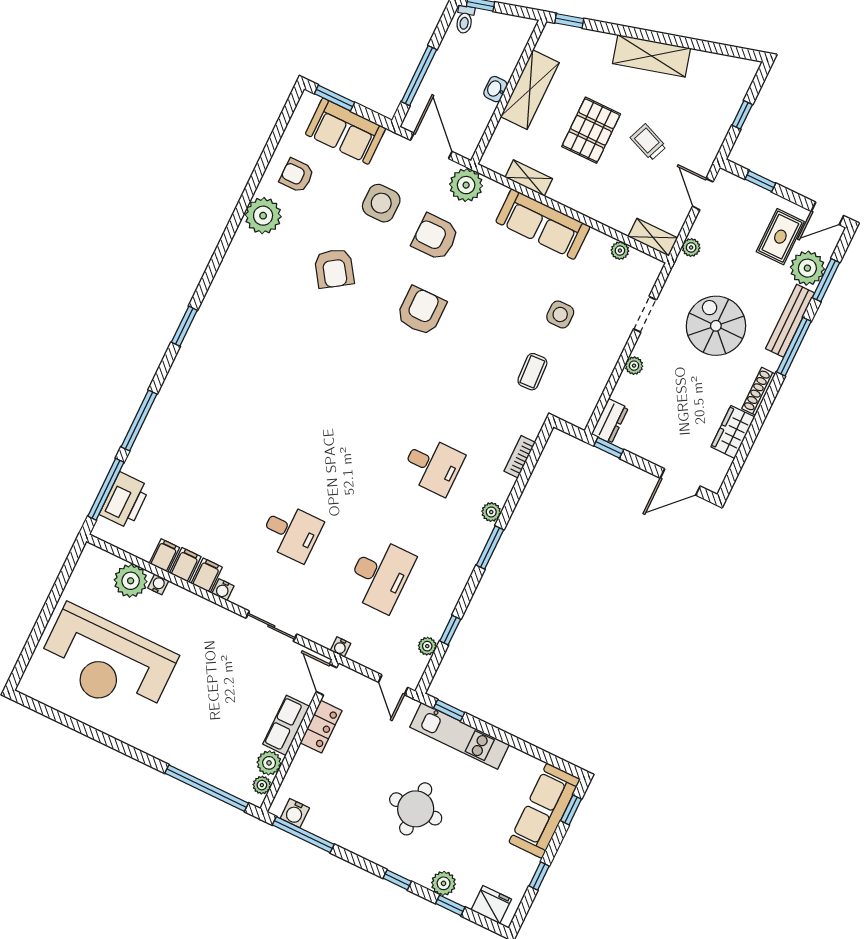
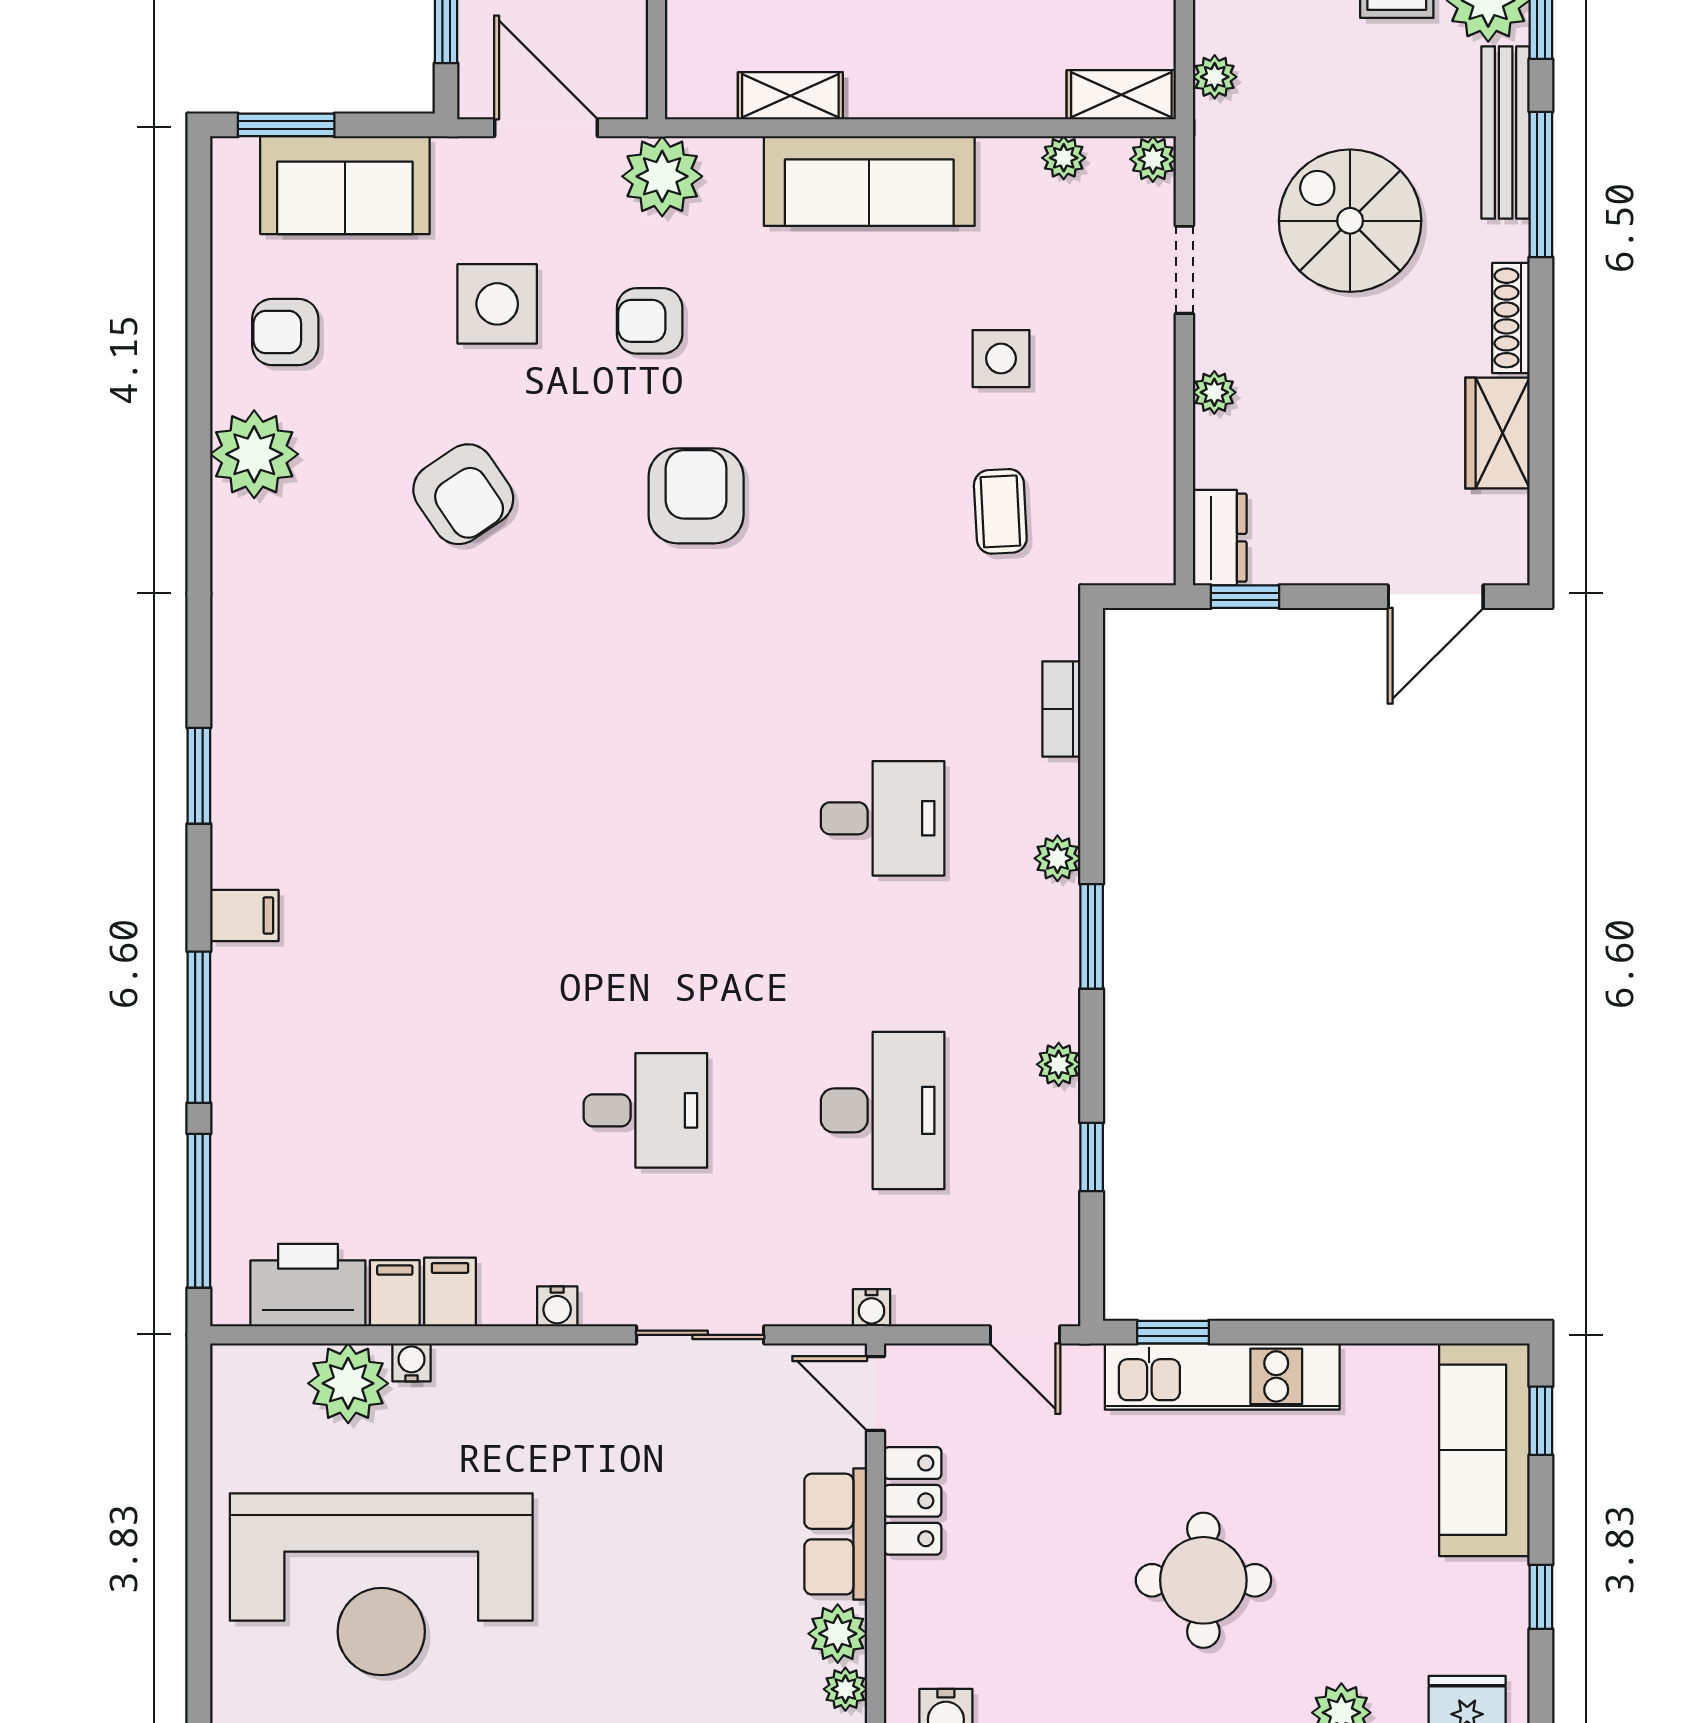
armchair: (435, 237) -> (650, 321), width x0.72, depth x0.72
plant: (653, 267) -> (1153, 159), added
printer: (125, 500) -> (308, 1285), moved, turned -90
filing cabinet: (207, 575) -> (244, 915), moved, turned 90
plant: (427, 646) -> (1059, 1064), moved

